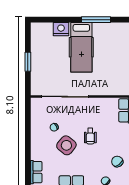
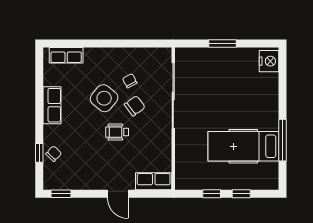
nightstand: (61, 29) -> (269, 61), moved
hospital bed: (81, 47) -> (243, 146), moved
chair: (117, 162) -> (135, 106), moved

